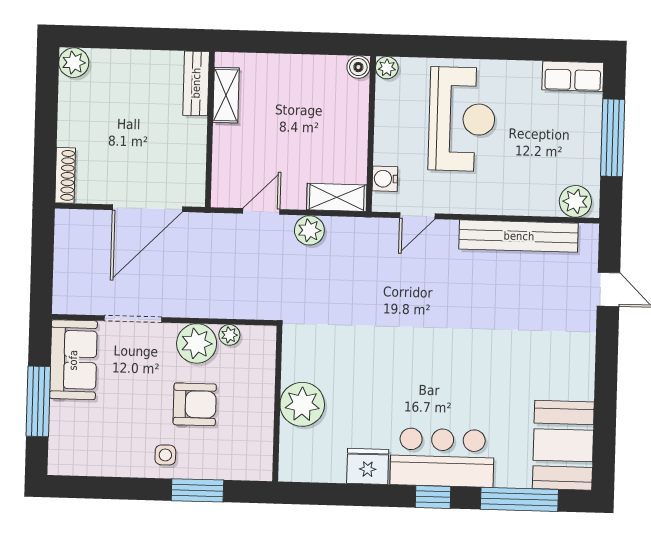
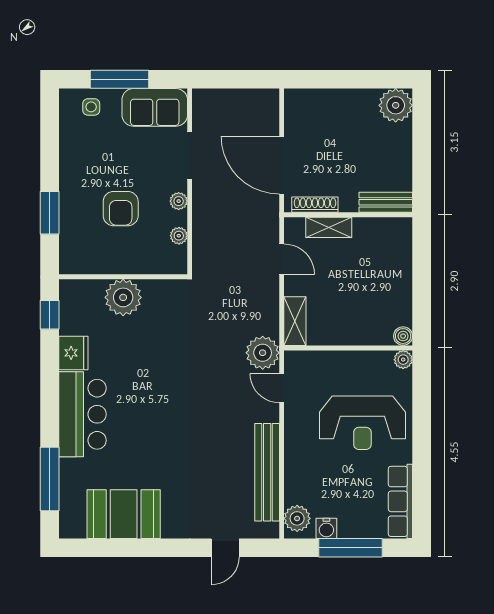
plant: (74, 63) -> (396, 105), width x1.36, depth x1.36
row of seats: (573, 76) -> (400, 501), width x1.48
shelving: (226, 95) -> (329, 227), moved
shoe rack: (65, 175) -> (315, 205), moved, turned 180
water cooler: (385, 179) -> (326, 528), moved, turned 180
plant: (309, 230) -> (263, 353), moved, width x1.36, depth x1.36
plant: (197, 343) -> (179, 201), width x0.53, depth x0.53
booth: (563, 445) -> (124, 514), moved
side table: (165, 455) -> (91, 107), moved
window: (433, 497) -> (50, 315), moved

